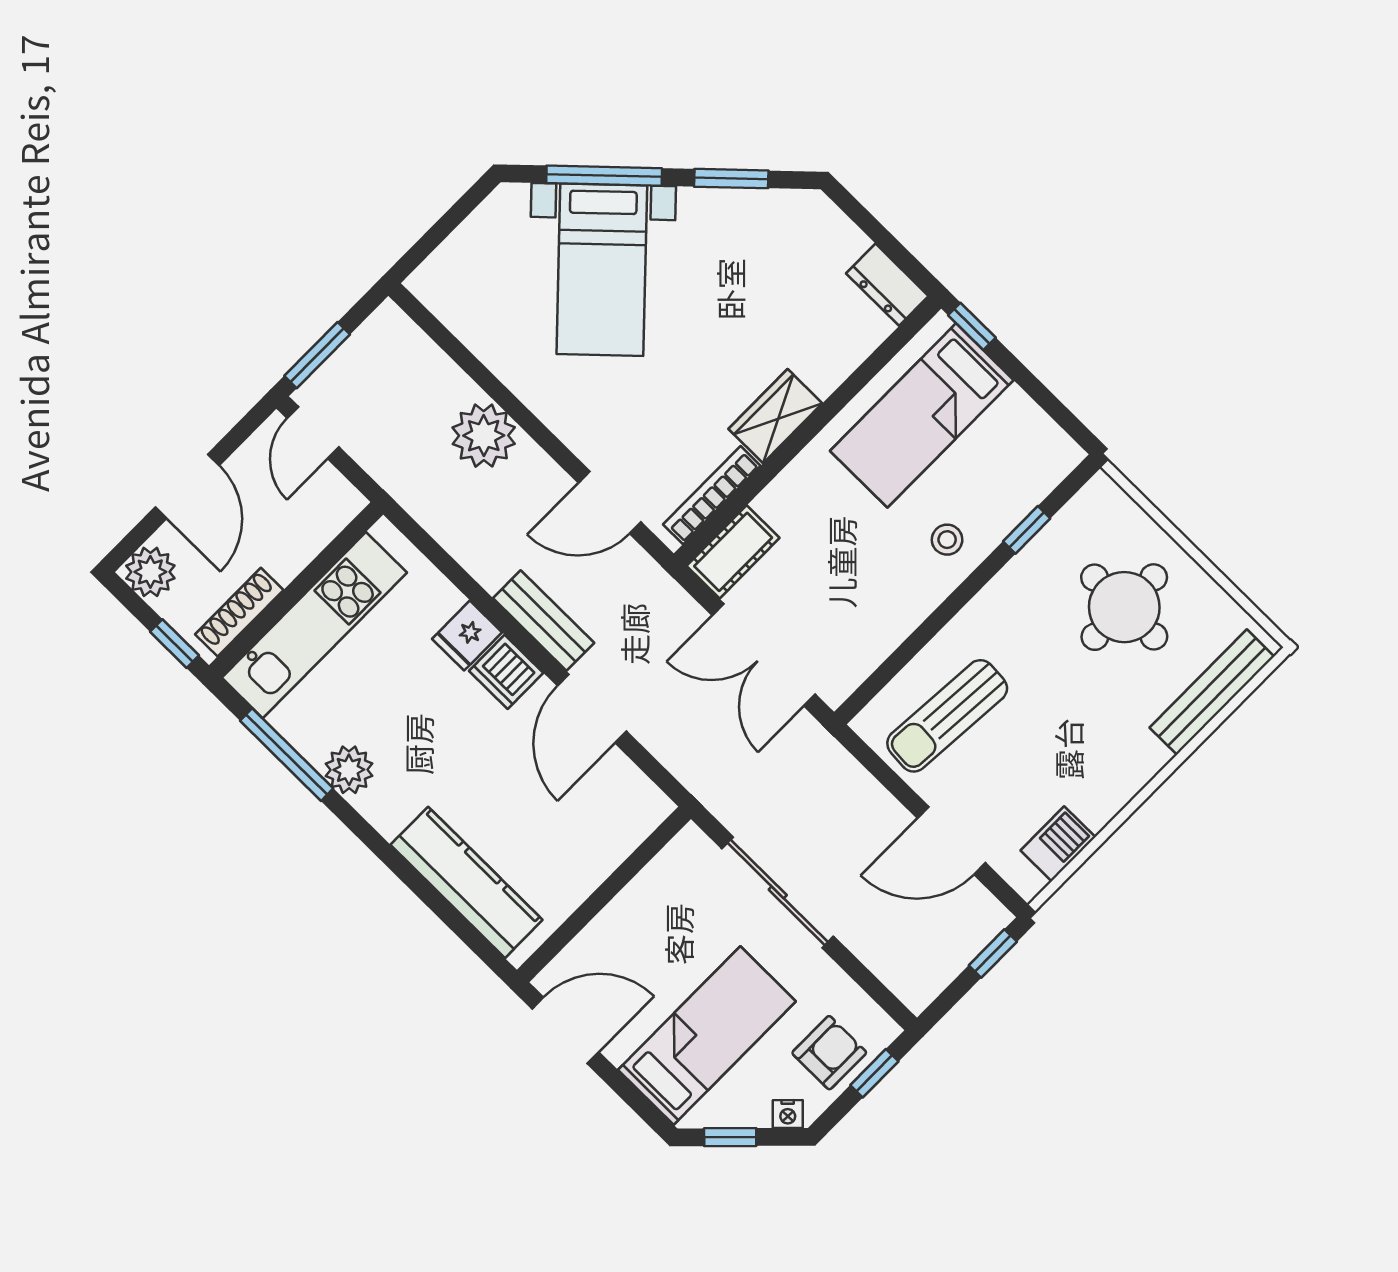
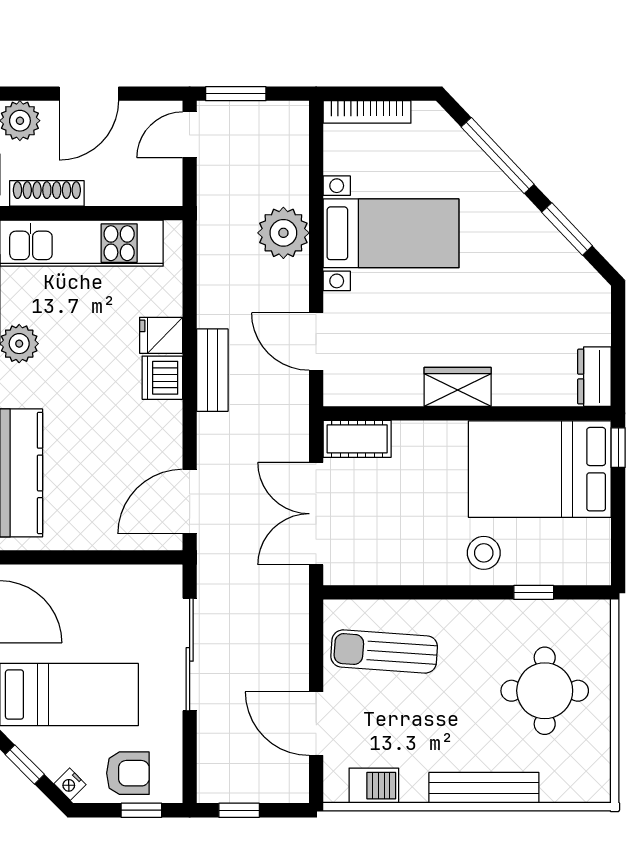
bed with nightstands: (602, 270) -> (391, 233), moved, turned -137
bed: (922, 415) -> (540, 469), width x1.50
bookcase: (712, 495) -> (367, 112), moved, turned 180
stool: (947, 540) -> (484, 553), width x1.37, depth x1.37
bench: (1212, 692) -> (484, 788), moved
door: (592, 709) -> (190, 502), moved
window: (993, 954) -> (239, 810), moved

